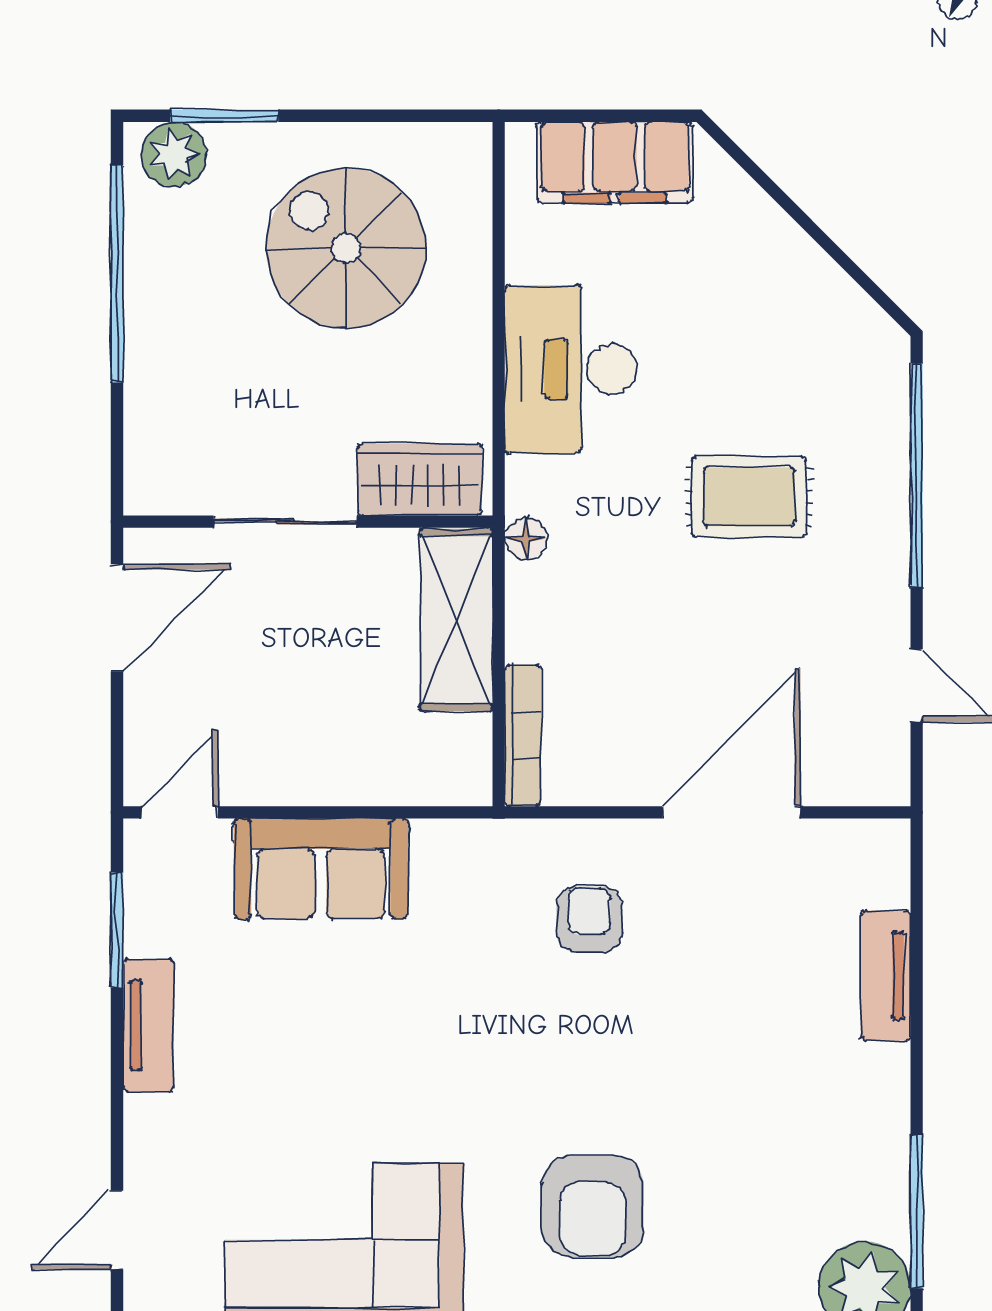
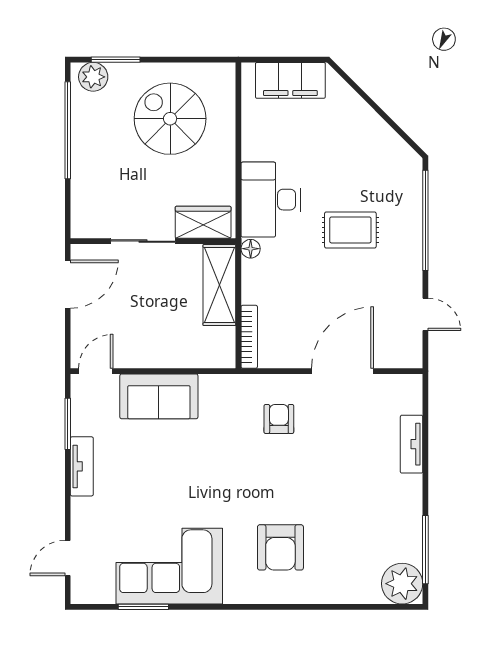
desk: (571, 369) -> (271, 200), moved

